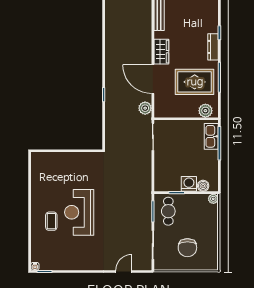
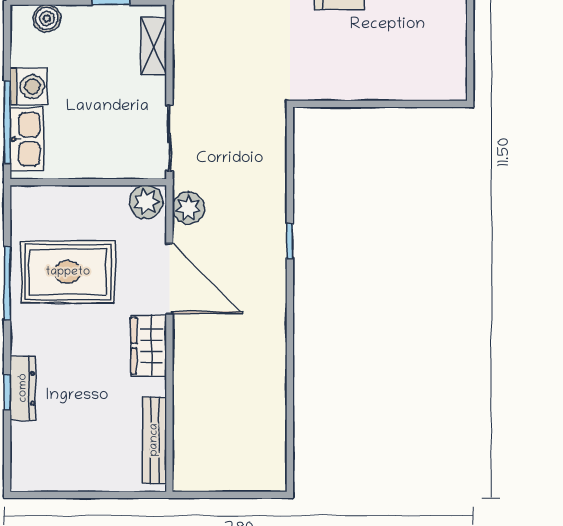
dresser: (213, 47) -> (23, 388), moved
plant: (205, 111) -> (146, 202), moved
shelving: (159, 174) -> (154, 46), added
washing machine: (189, 184) -> (29, 87), moved, turned -90

